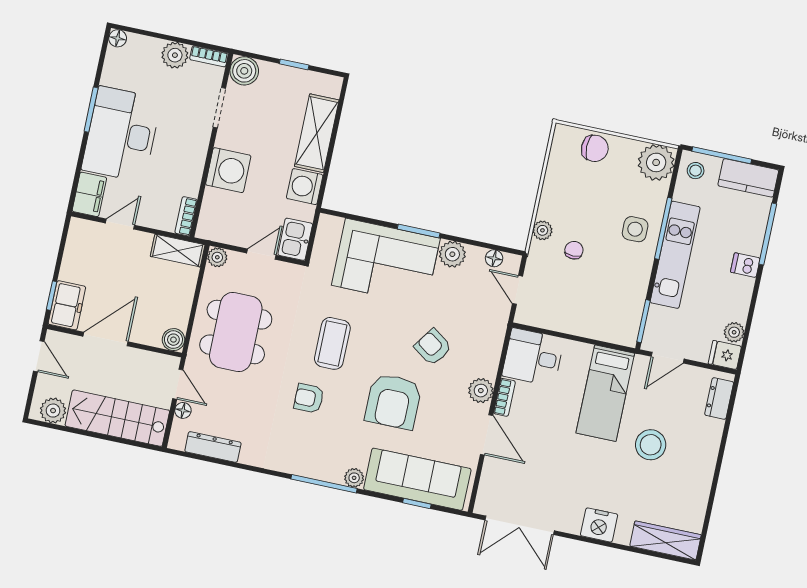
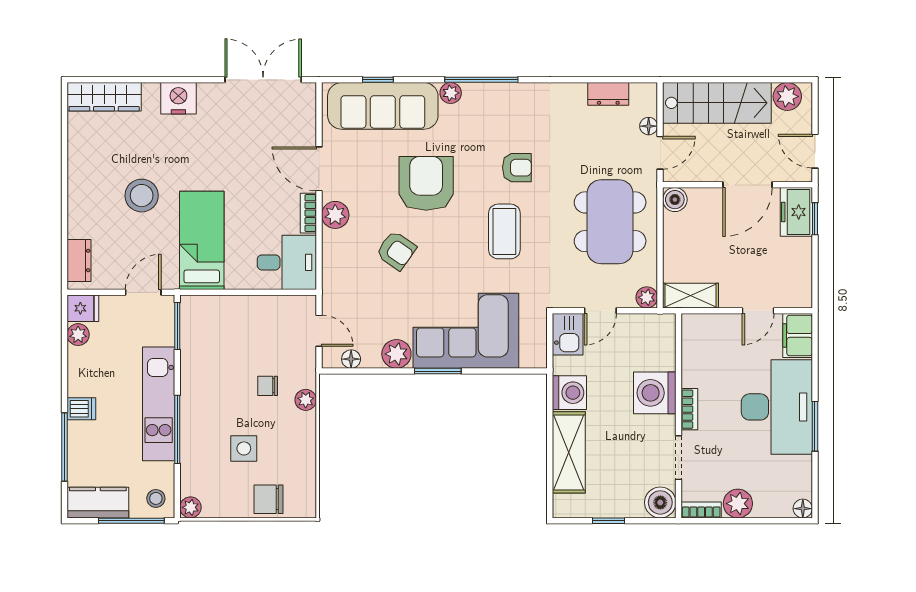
plant: (656, 162) -> (190, 507), width x0.53, depth x0.53
bookcase: (186, 216) -> (689, 409), moved
side table: (635, 229) -> (244, 448), moved
chair: (574, 250) -> (268, 386), turned 90
door: (178, 384) -> (660, 153), swing flipped
dresser: (213, 447) -> (608, 94), width x0.70

